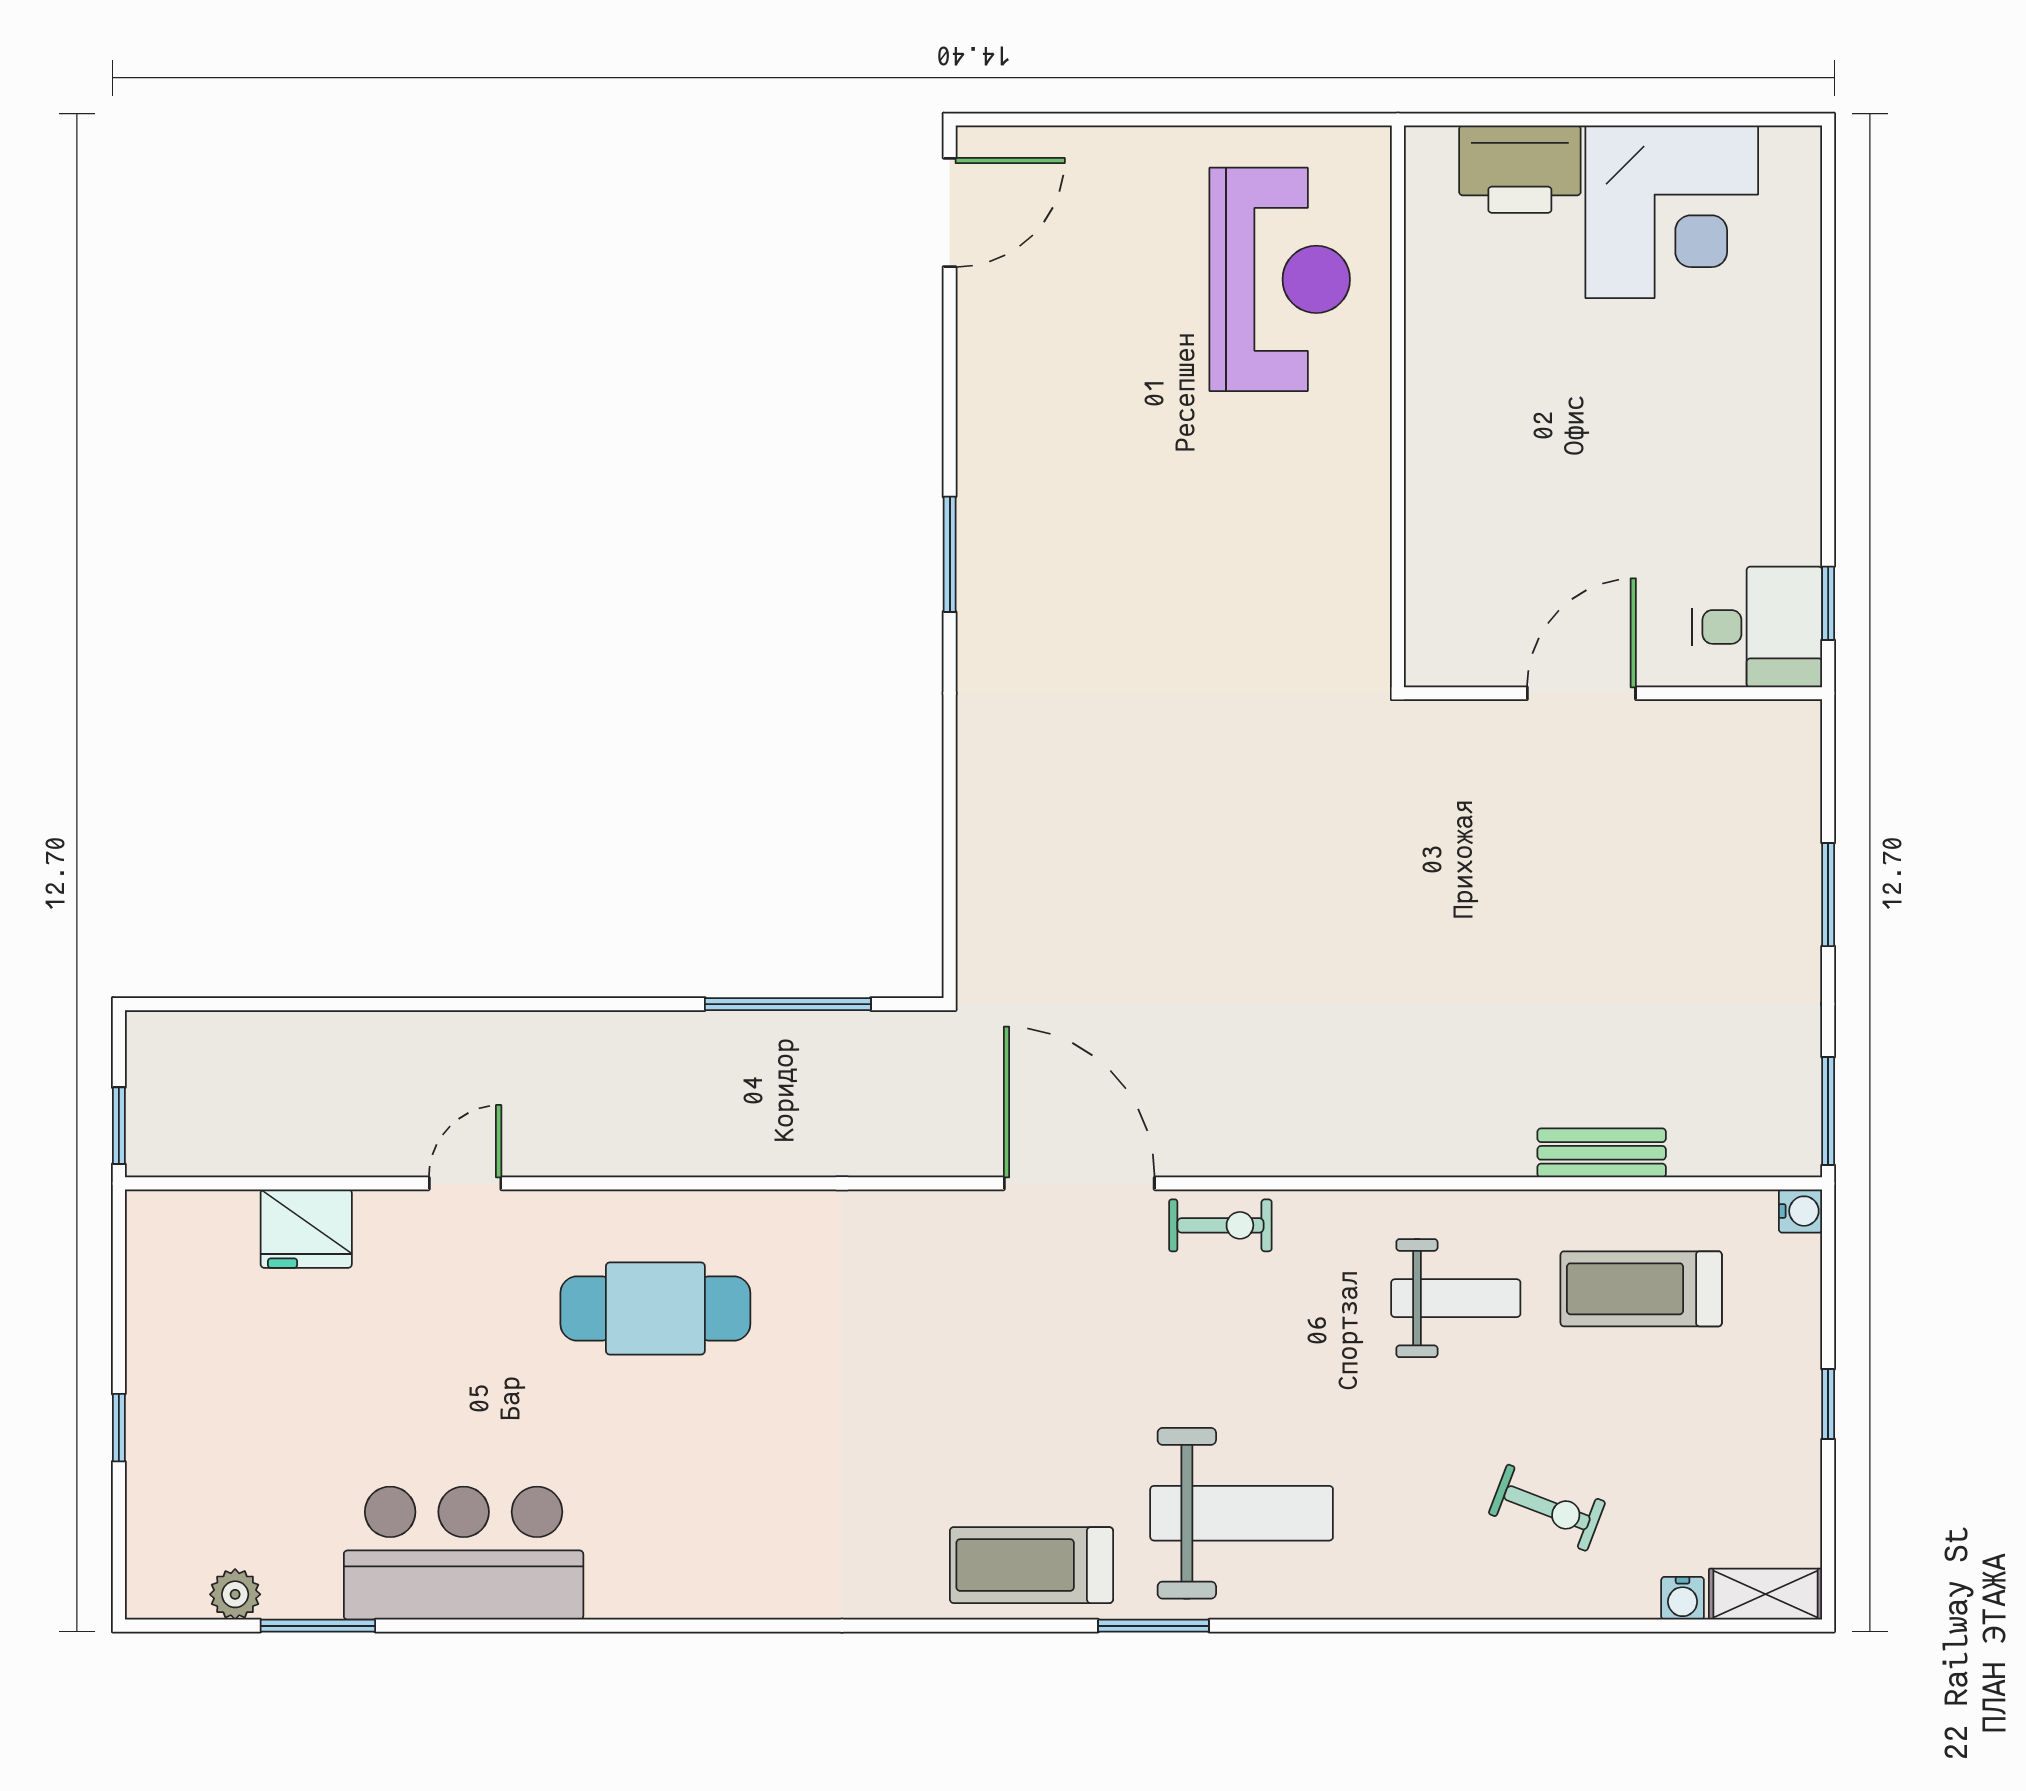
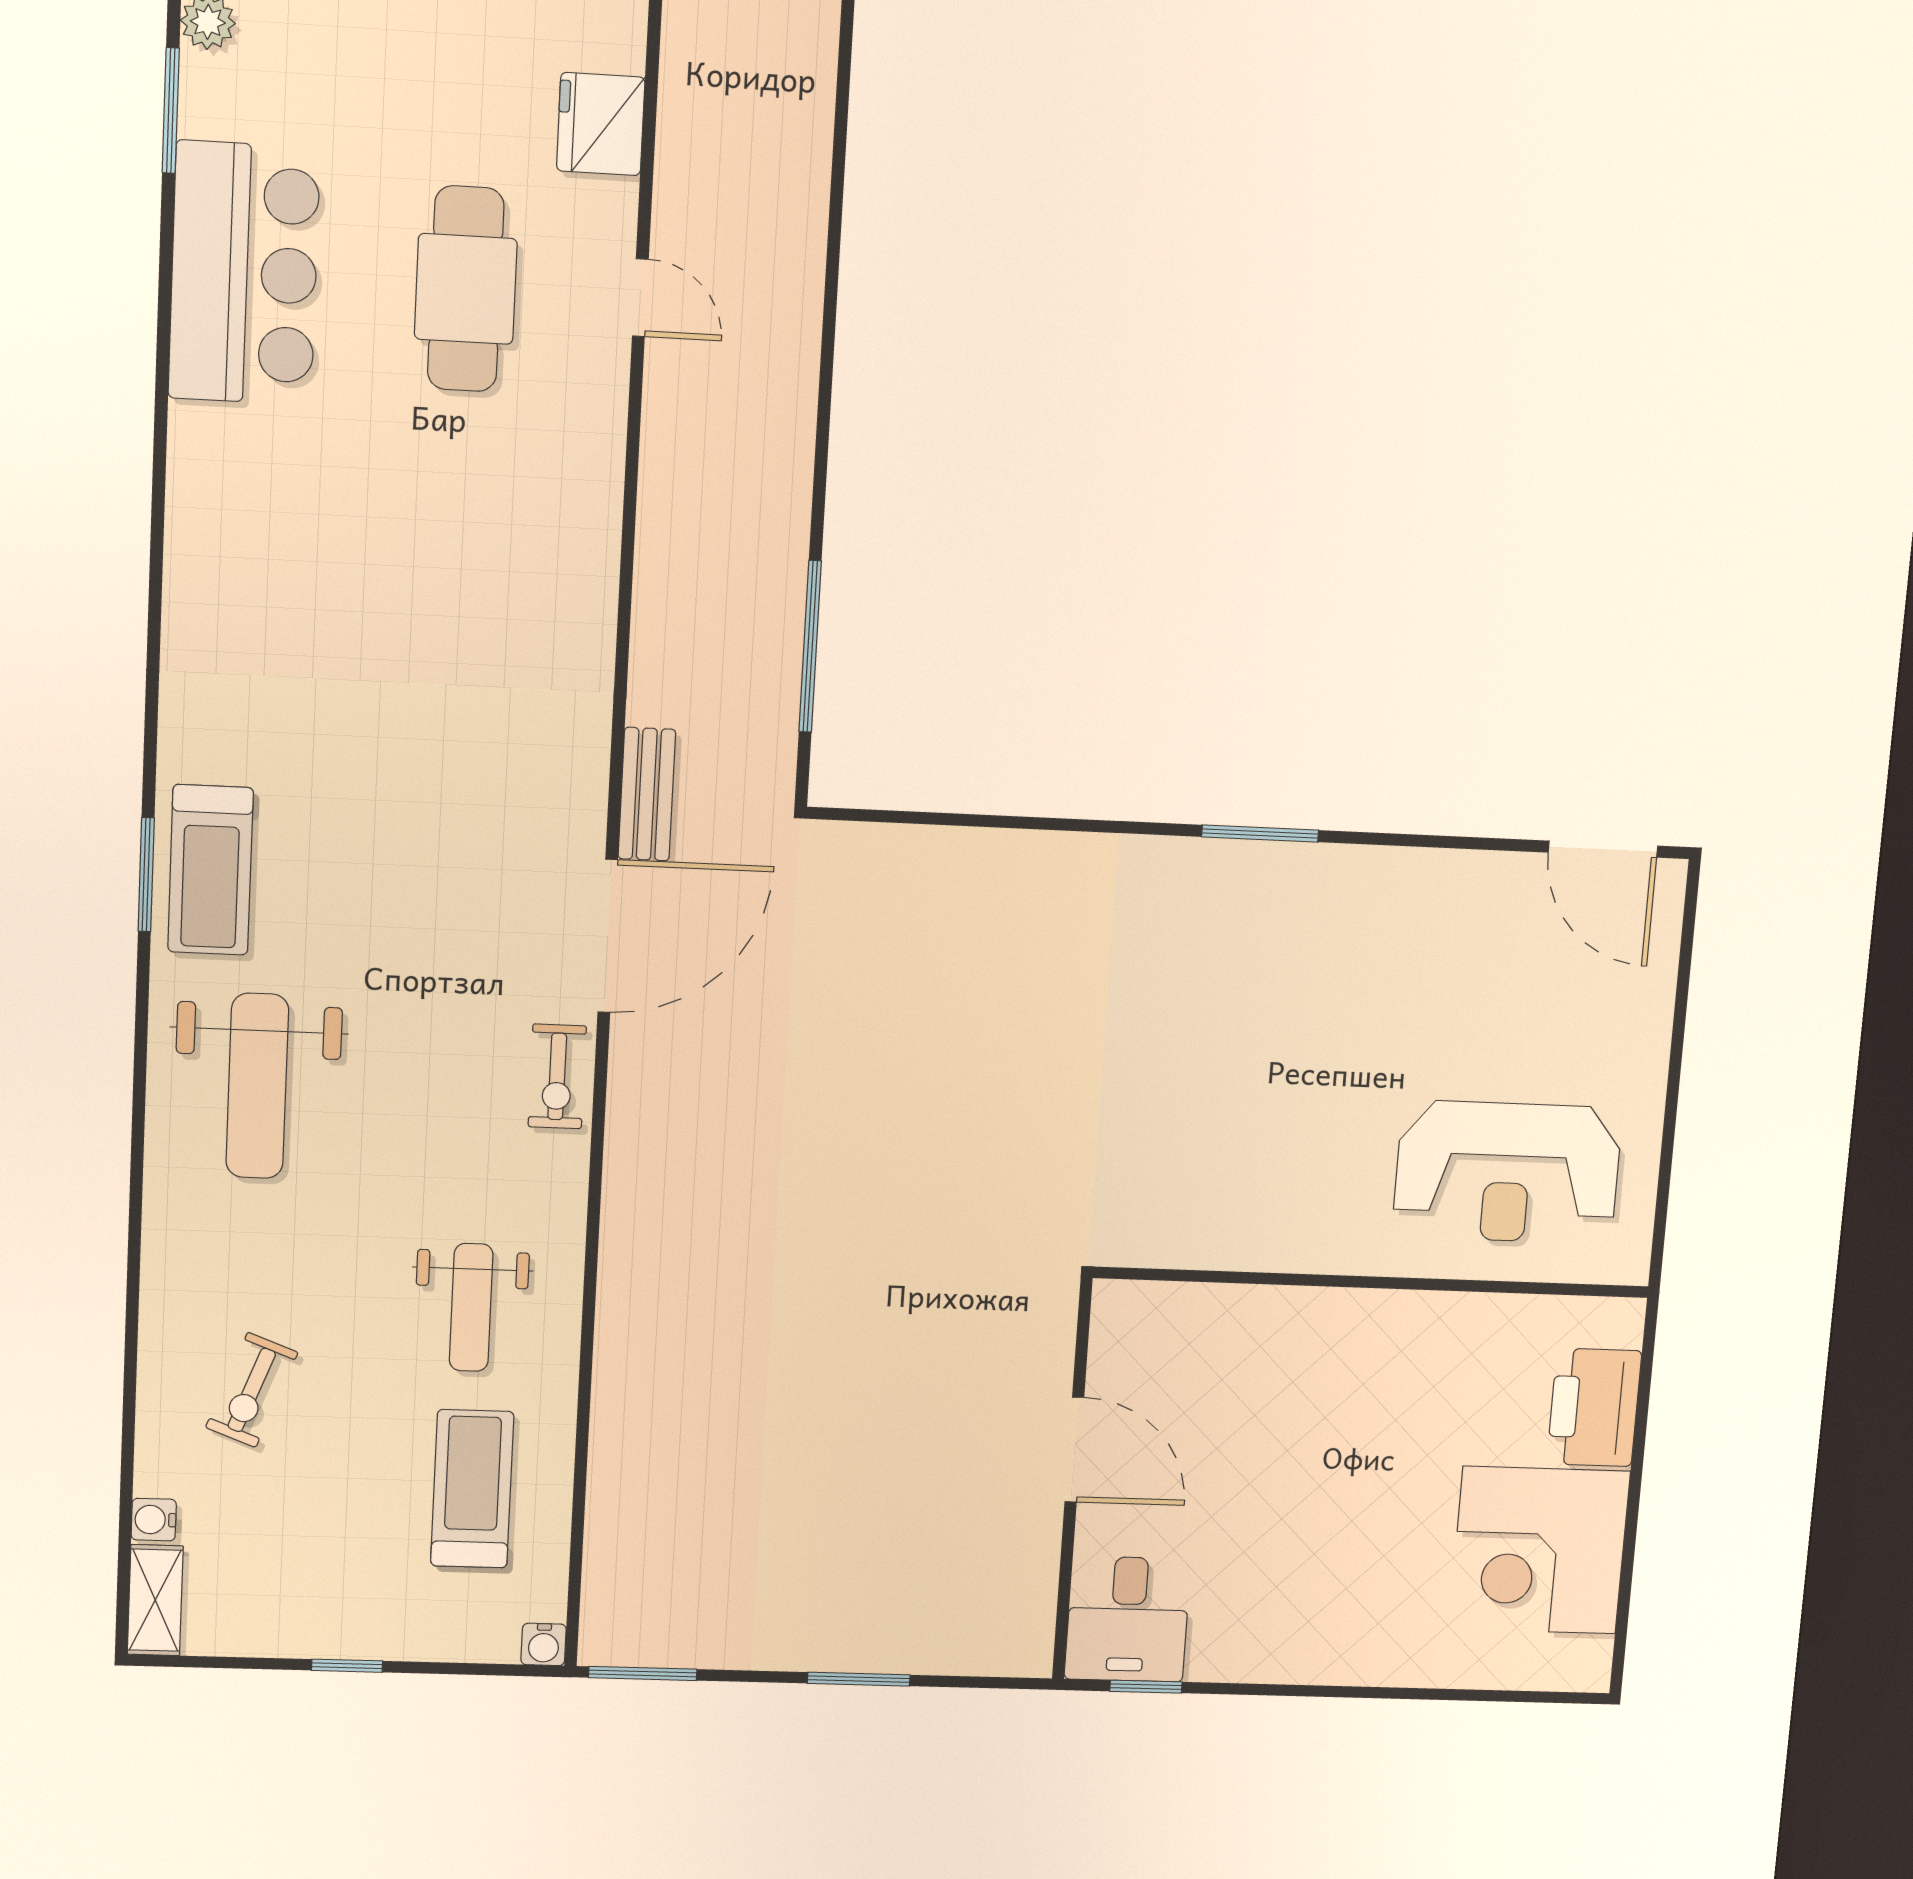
bench: (1602, 1153) -> (647, 794), moved
cafe table: (655, 1308) -> (466, 289), moved
treadmill: (1031, 1565) -> (210, 870), turned 180
window: (1154, 1626) -> (146, 875), moved

